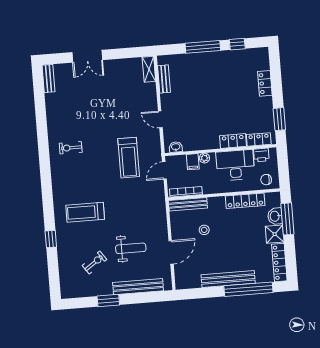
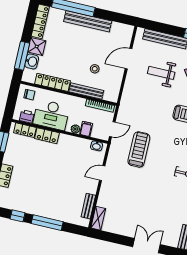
door: (160, 119) -> (102, 173), swing flipped
bench: (188, 204) -> (86, 91), moved

